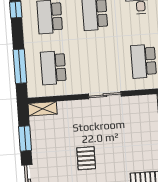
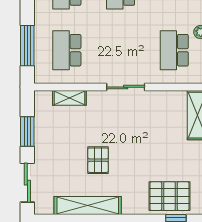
shelving: (43, 109) -> (69, 98), moved

